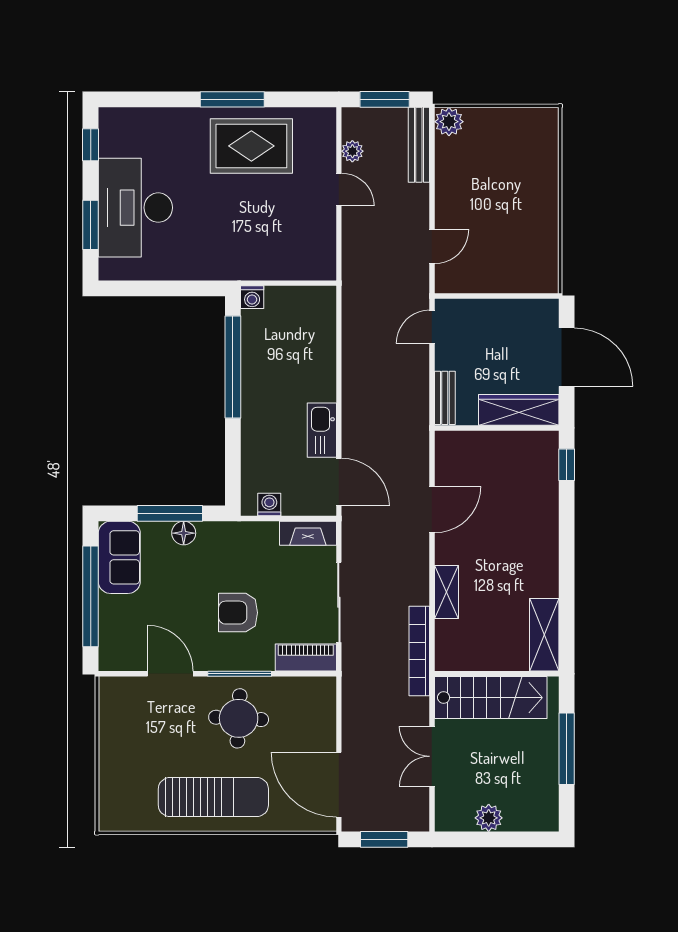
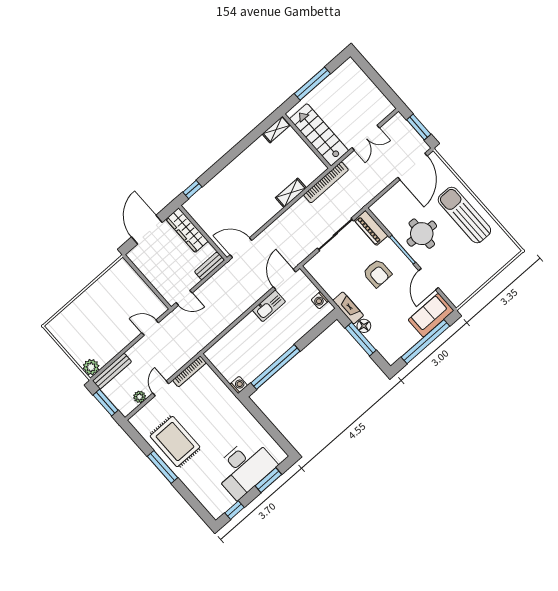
bookcase: (328, 247) -> (189, 371), added
door: (432, 509) -> (241, 248), moved
fireplace: (308, 533) -> (348, 308), moved
sofa: (119, 557) -> (431, 315), moved
shelving: (544, 635) -> (276, 129), width x0.67, depth x0.75
plant: (489, 818) -> (371, 91), removed

